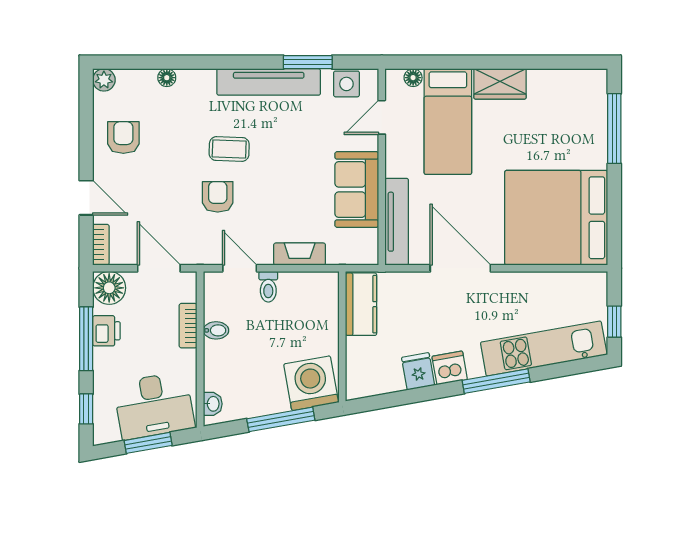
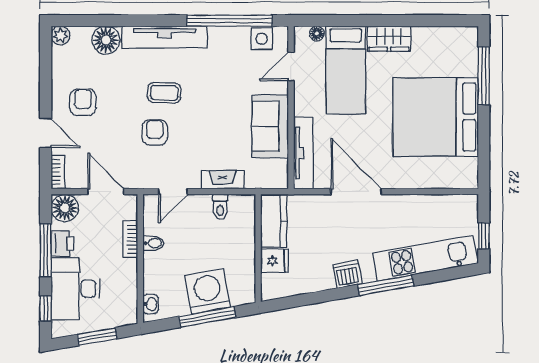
window: (308, 62) -> (229, 21), width x2.11
floor lamp: (167, 78) -> (106, 40), width x1.89, depth x1.89
tv unit: (269, 82) -> (165, 37), moved
armchair: (123, 138) -> (83, 102), moved
bed: (556, 218) -> (436, 117), moved
door: (240, 268) -> (173, 192), swing flipped
toilet: (268, 287) -> (220, 207), moved
fridge: (418, 371) -> (275, 261), moved, turned 100
washing machine: (311, 383) -> (208, 291), moved
desk: (154, 406) -> (75, 289), moved, turned 100

